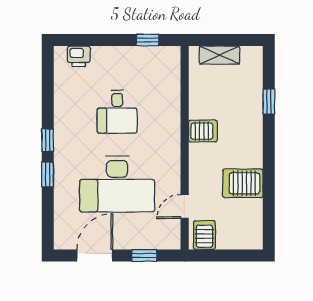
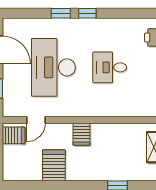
server rack: (203, 131) -> (81, 134), moved
door: (185, 206) -> (36, 120), swing flipped

